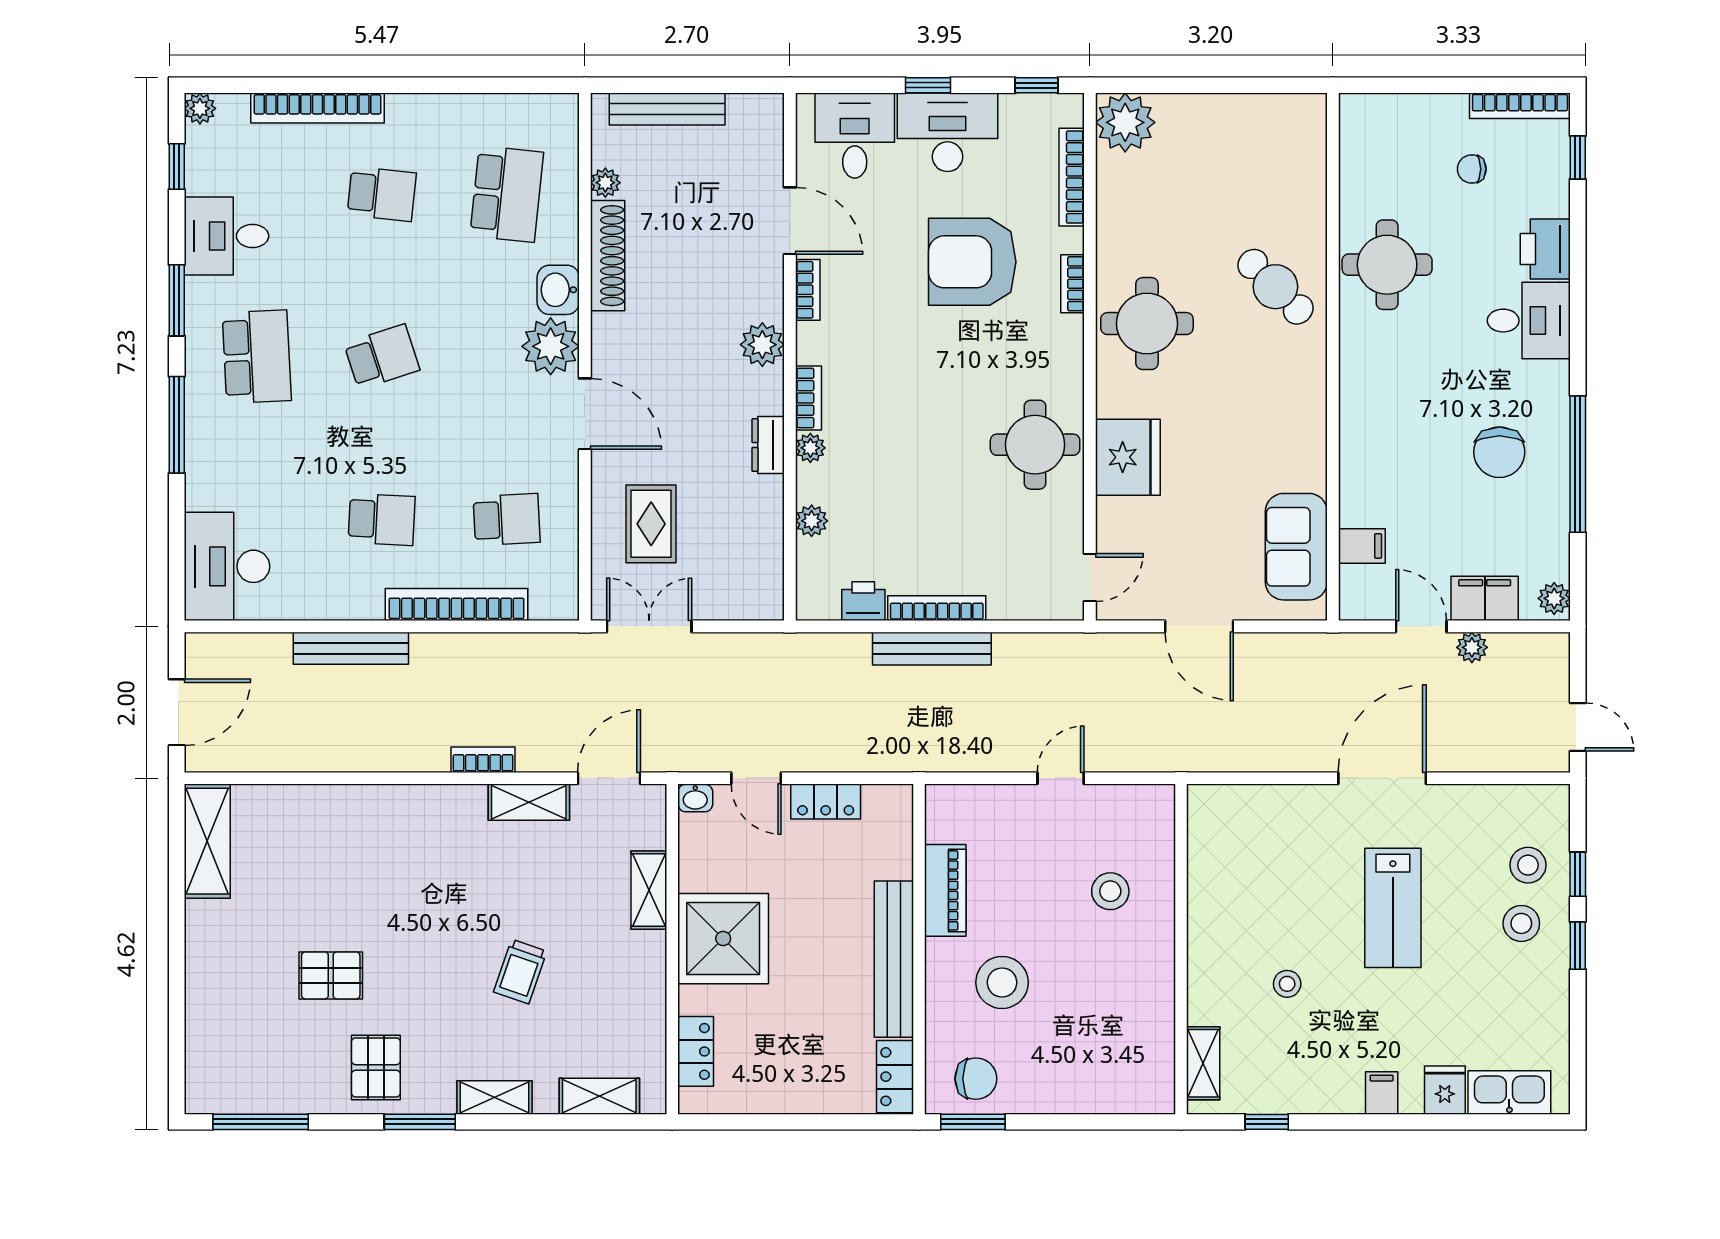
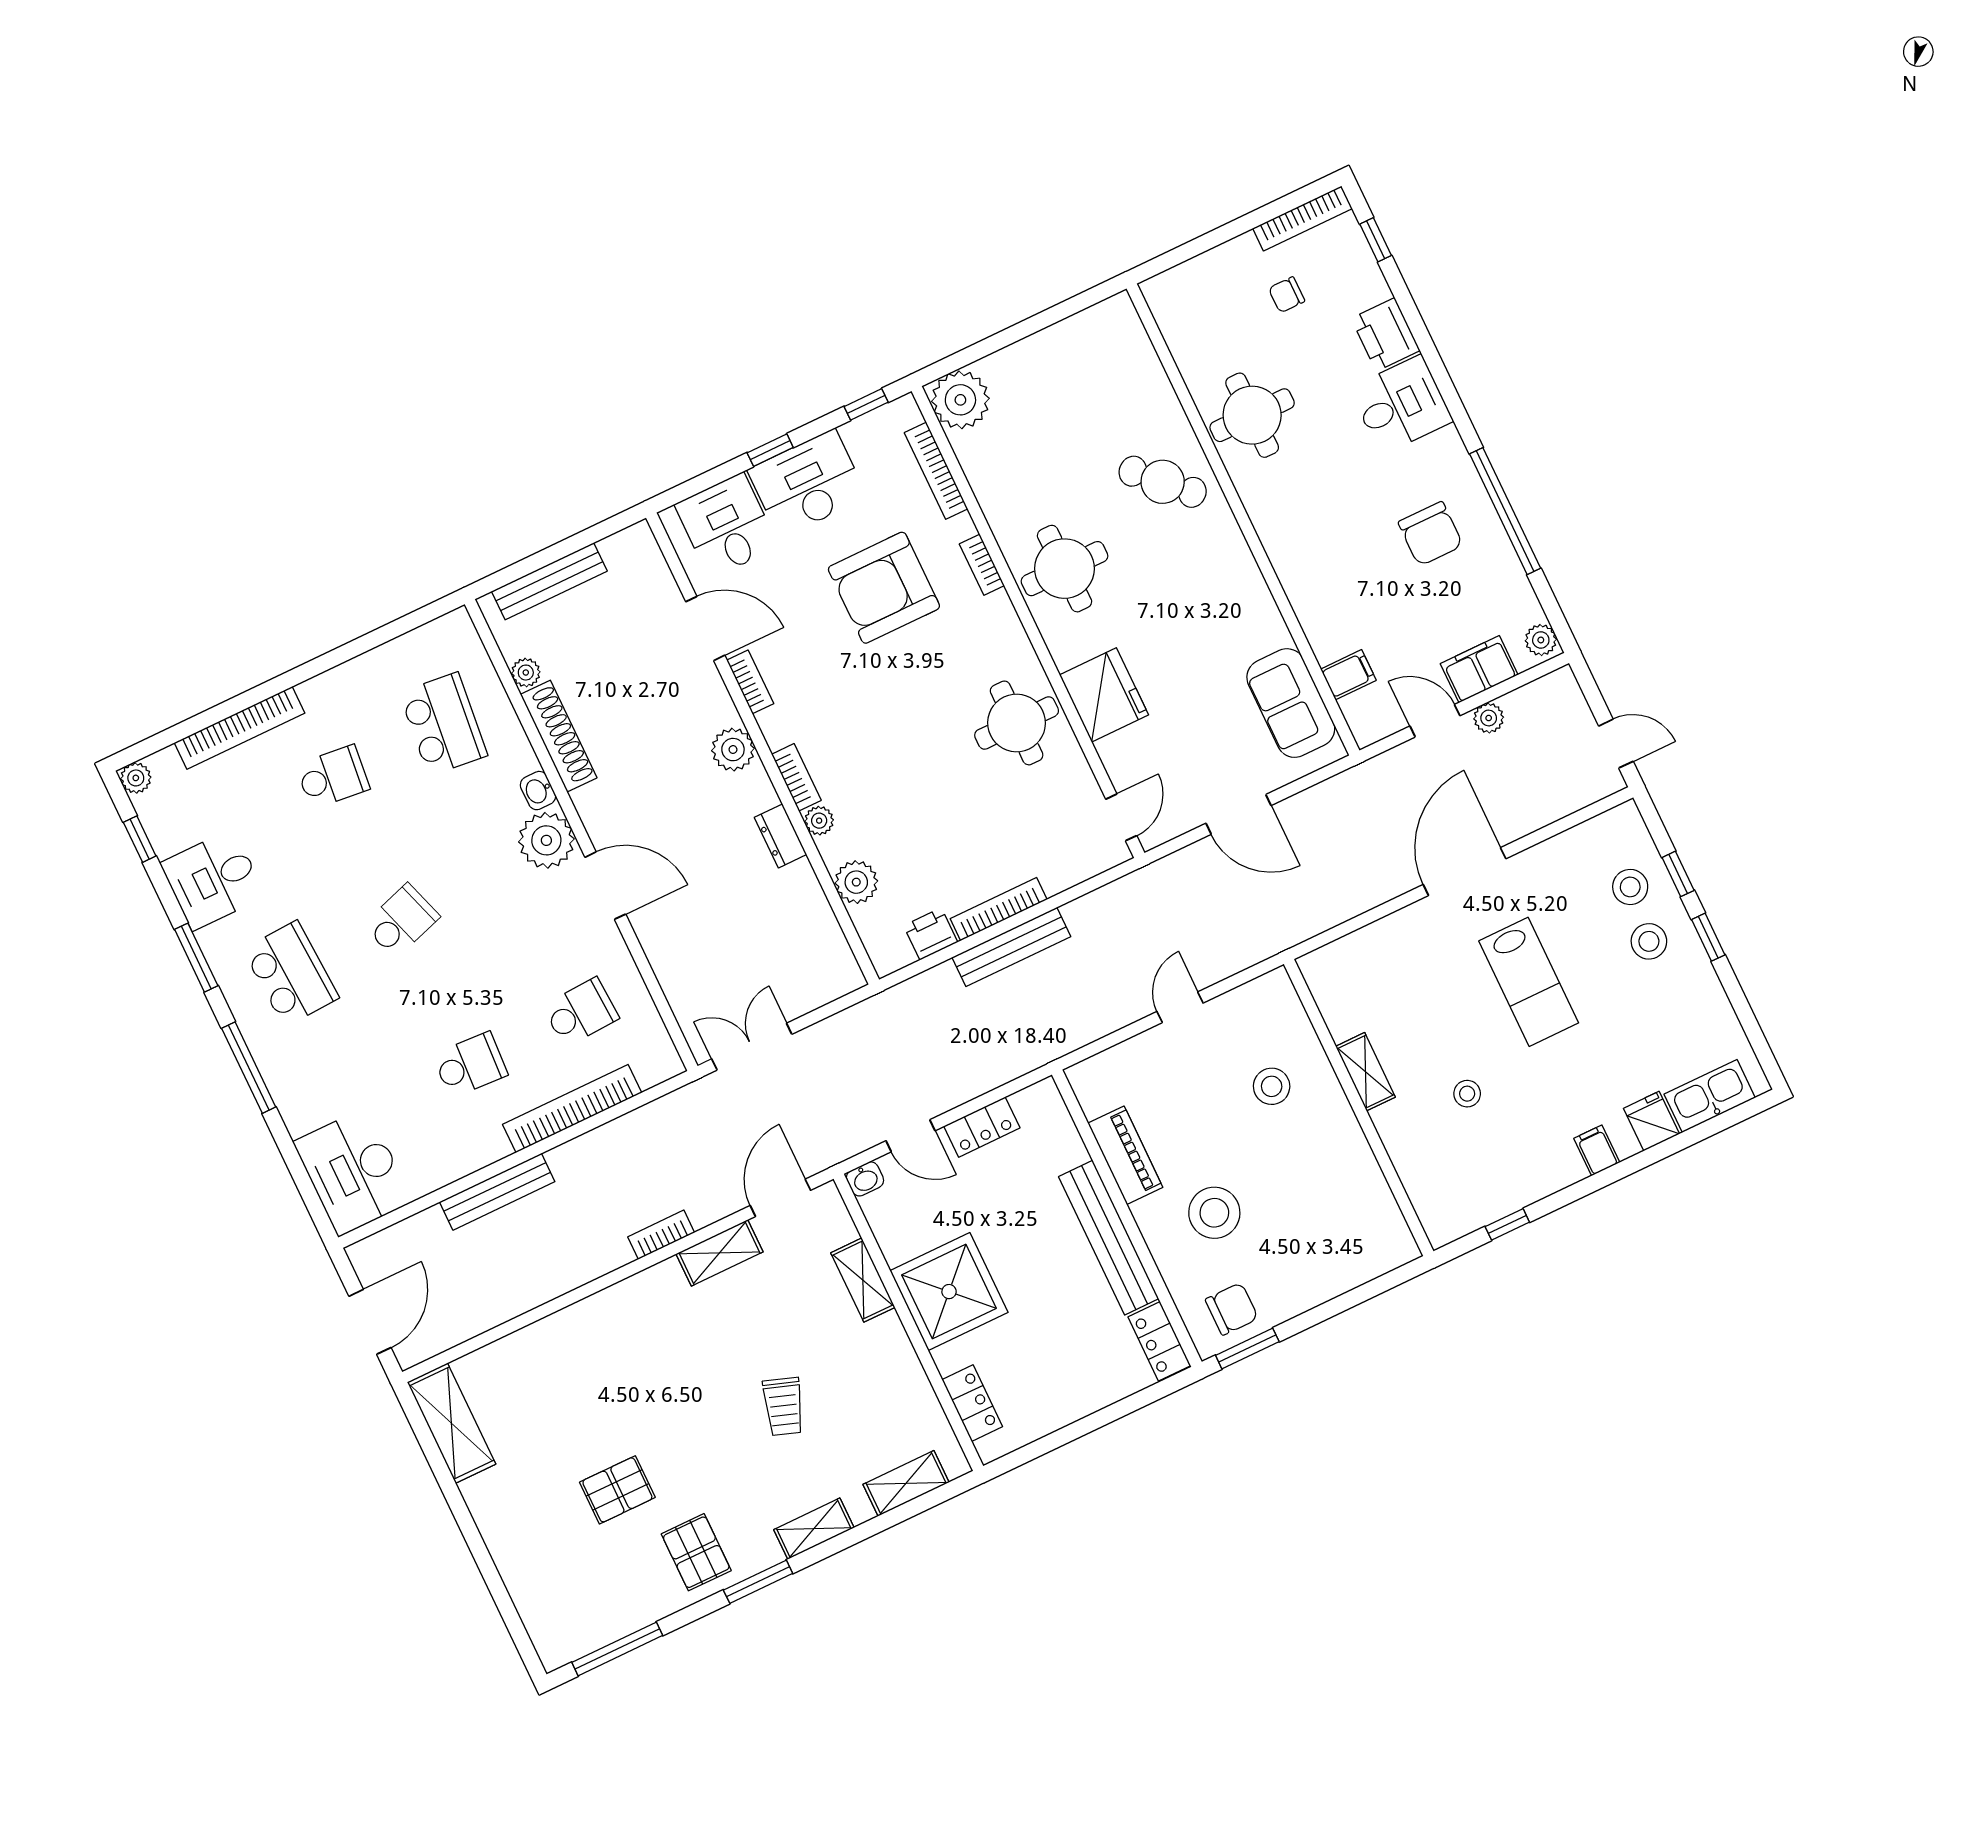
washbasin: (558, 290) -> (538, 791), width x0.72, depth x0.69
plant: (812, 521) -> (856, 882), width x1.38, depth x1.38
rug: (651, 524) -> (710, 955), removed
shelving: (1203, 1063) -> (1366, 1072), moved

